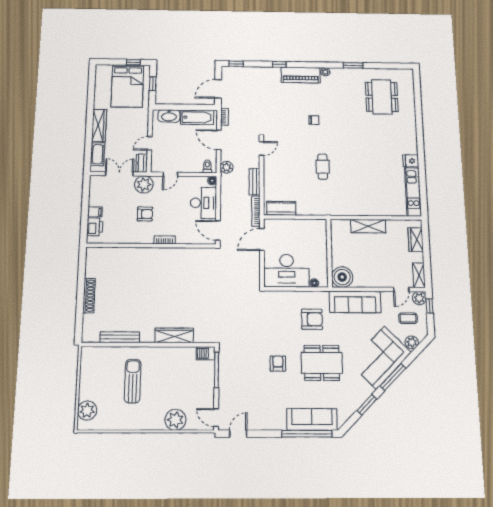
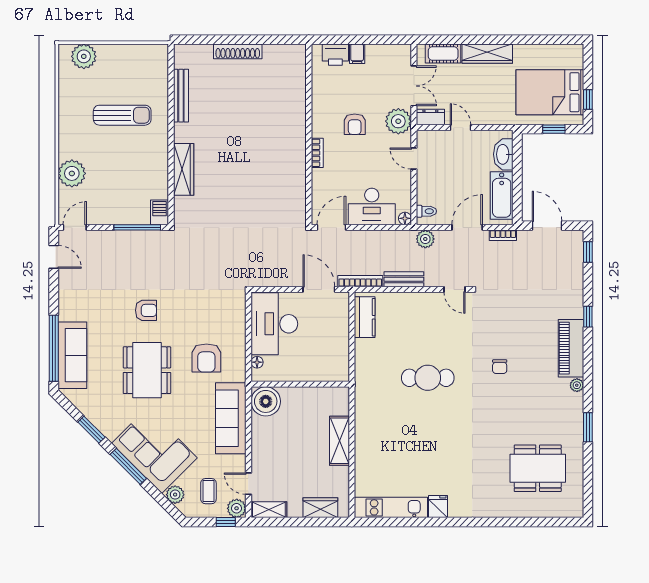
cafe table: (323, 167) -> (428, 378), width x1.37, depth x1.35

